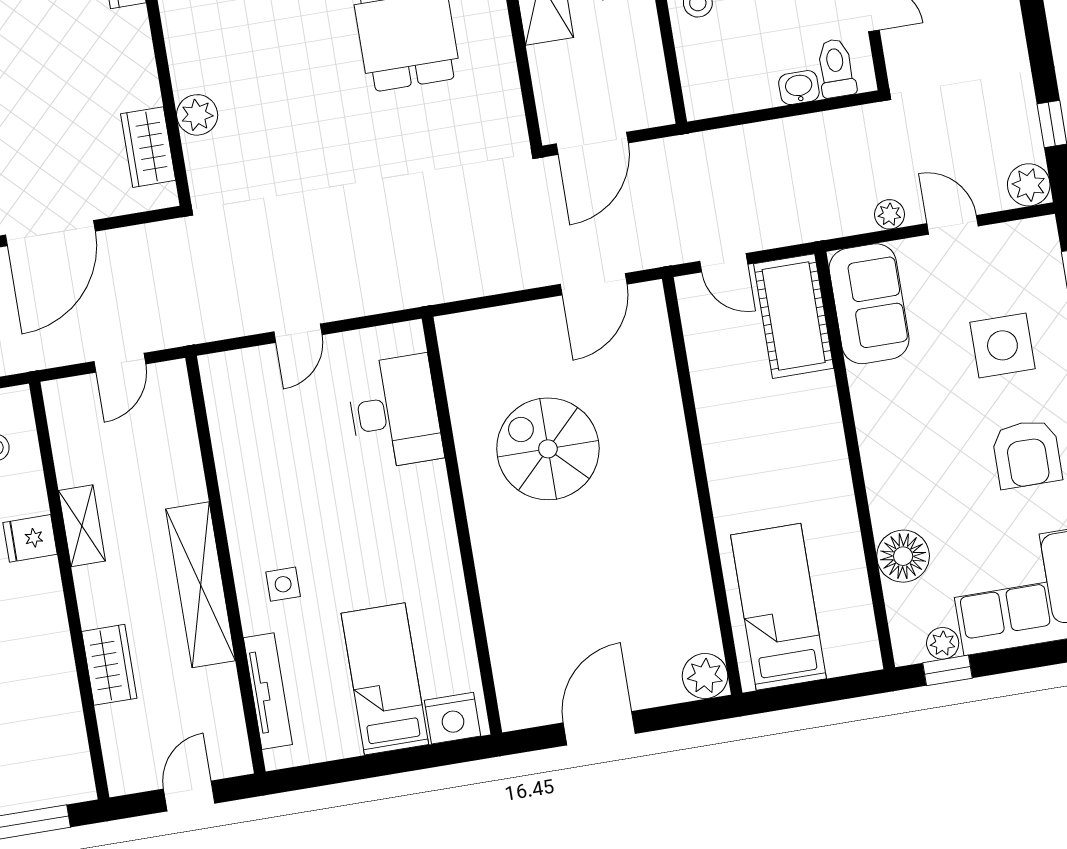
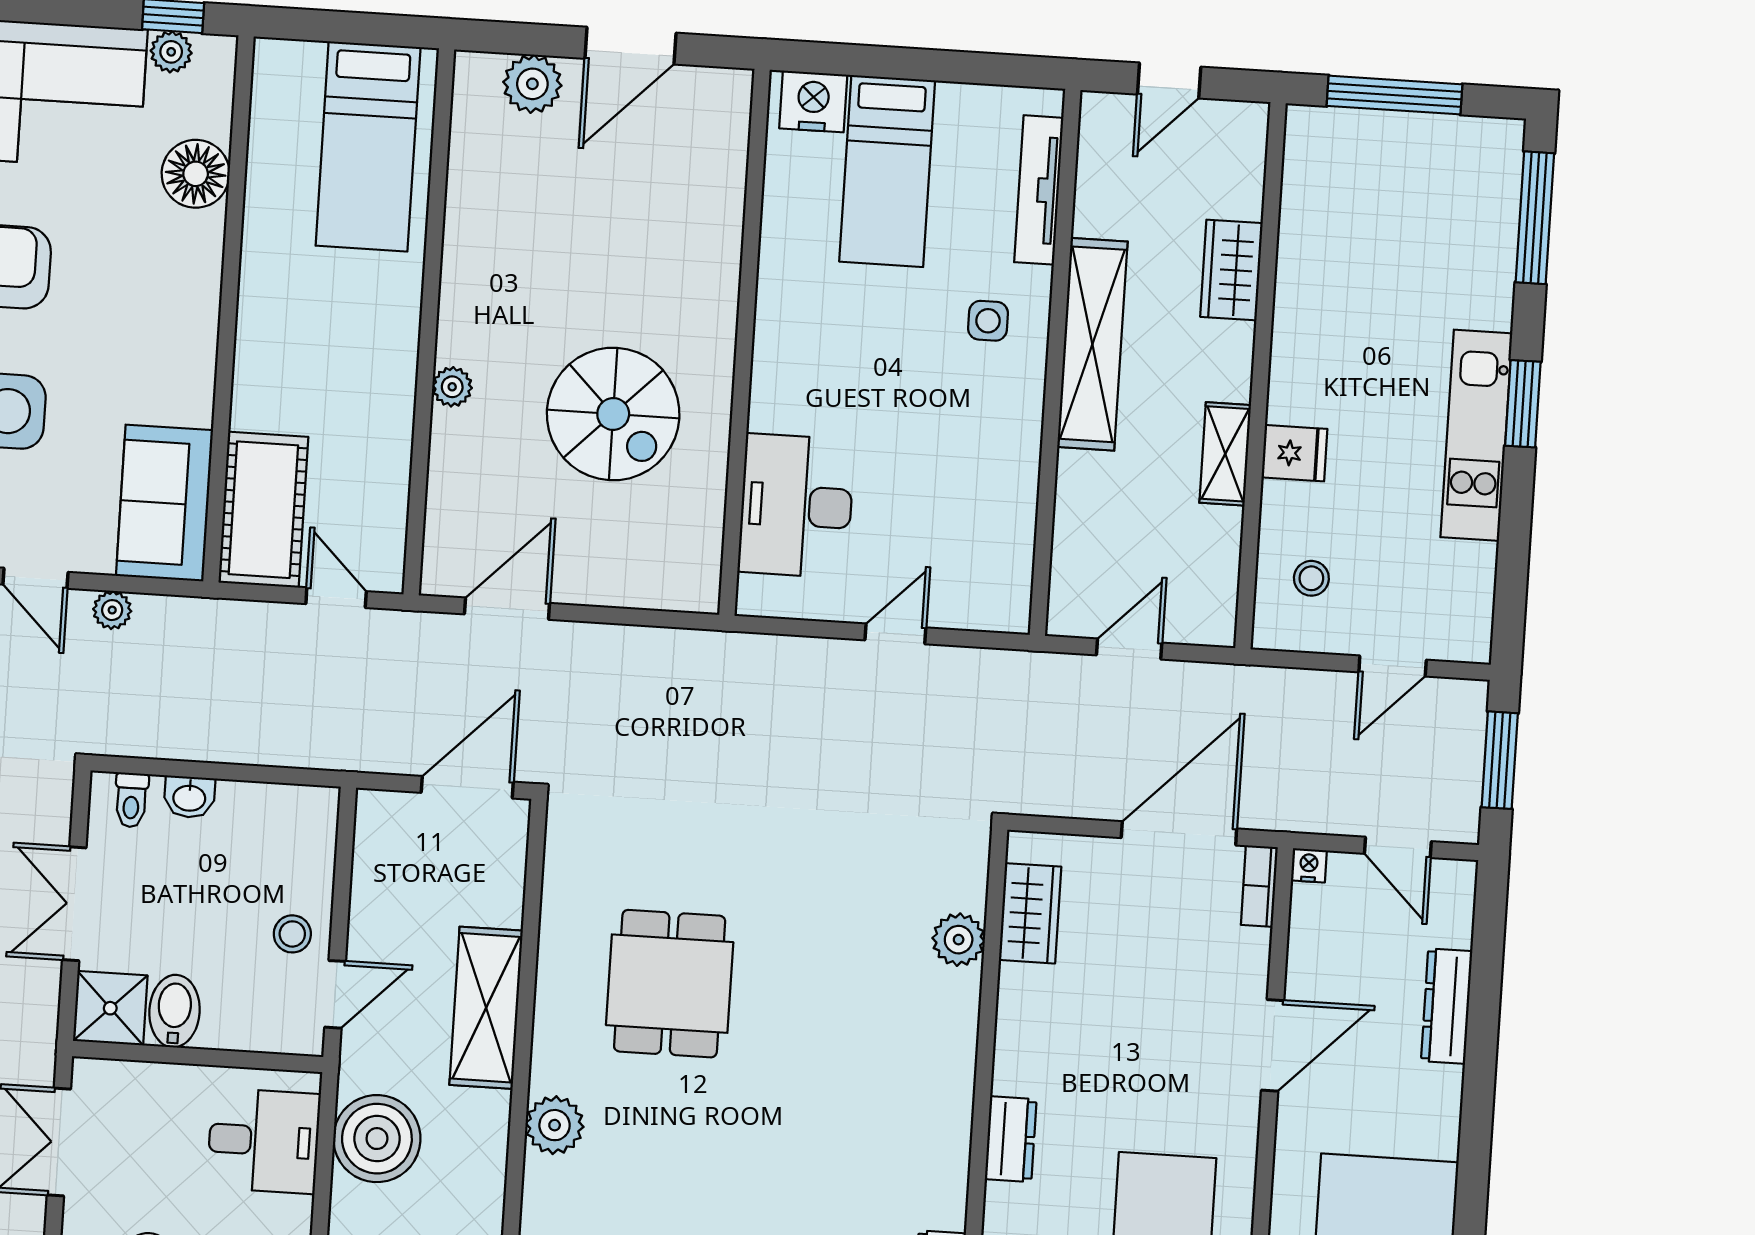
toilet: (836, 68) -> (131, 800), width x0.73, depth x0.72
plant: (673, 441) -> (452, 387), added
plant: (705, 676) -> (532, 84), moved

